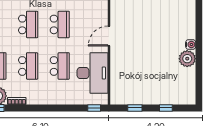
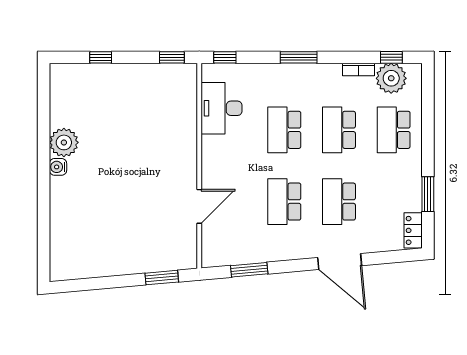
door: (109, 36) -> (199, 206), moved
desk: (92, 73) -> (222, 108), width x0.73, depth x0.77
window: (51, 108) -> (299, 57), added
window: (135, 108) -> (172, 57), moved

